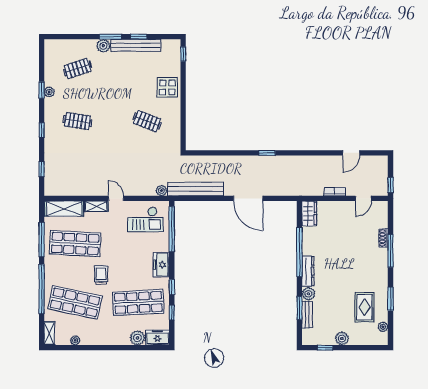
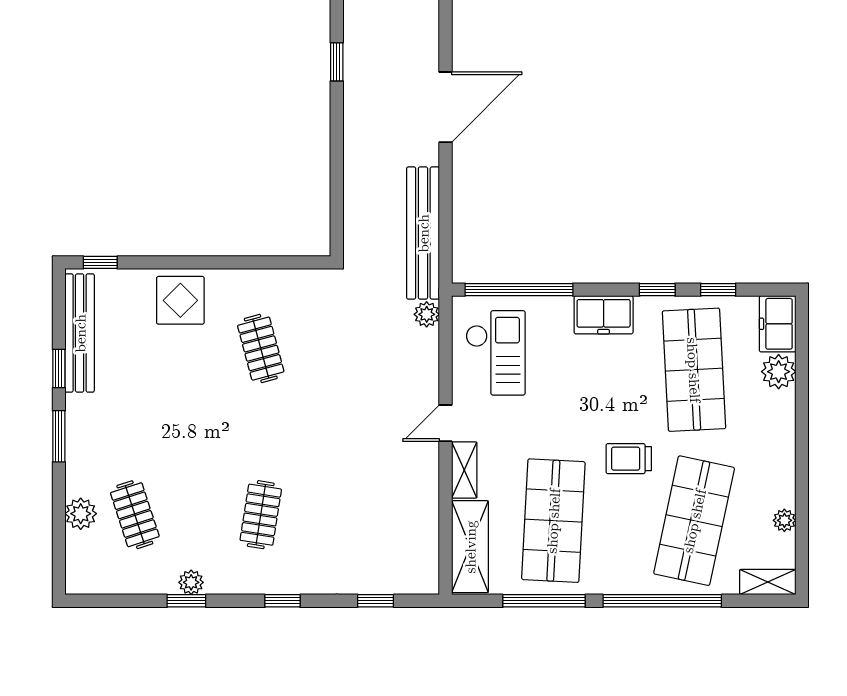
bench: (136, 45) -> (80, 333), moved
plant: (103, 46) -> (81, 514), moved
clothes rail: (147, 121) -> (261, 349), turned -36

